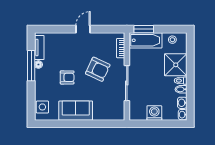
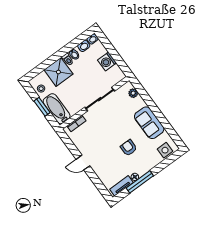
window: (144, 29) -> (42, 107), moved
armchair: (98, 69) -> (105, 129), removed
plant: (111, 115) -> (133, 93), added

